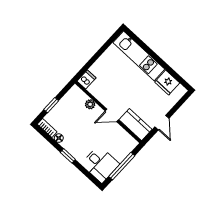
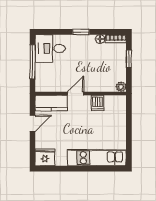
dishwasher: (86, 79) -> (97, 103), moved
fridge: (167, 82) -> (45, 157), moved
plant: (90, 104) -> (121, 87), moved
door: (162, 123) -> (32, 123), swing flipped

